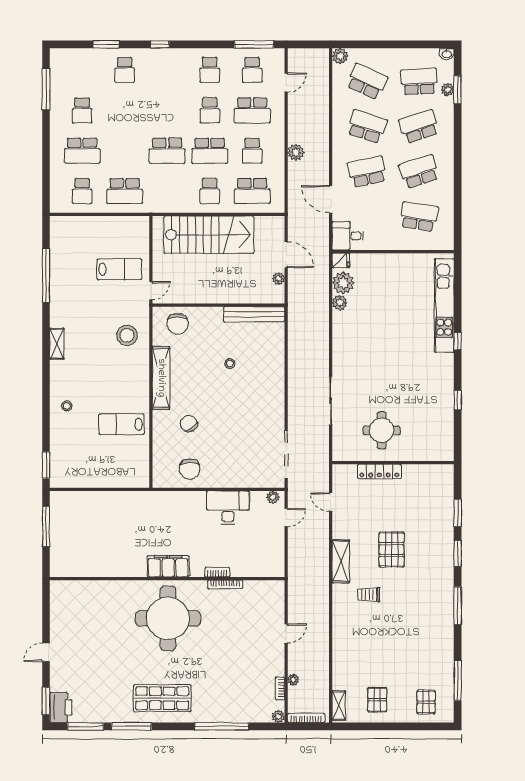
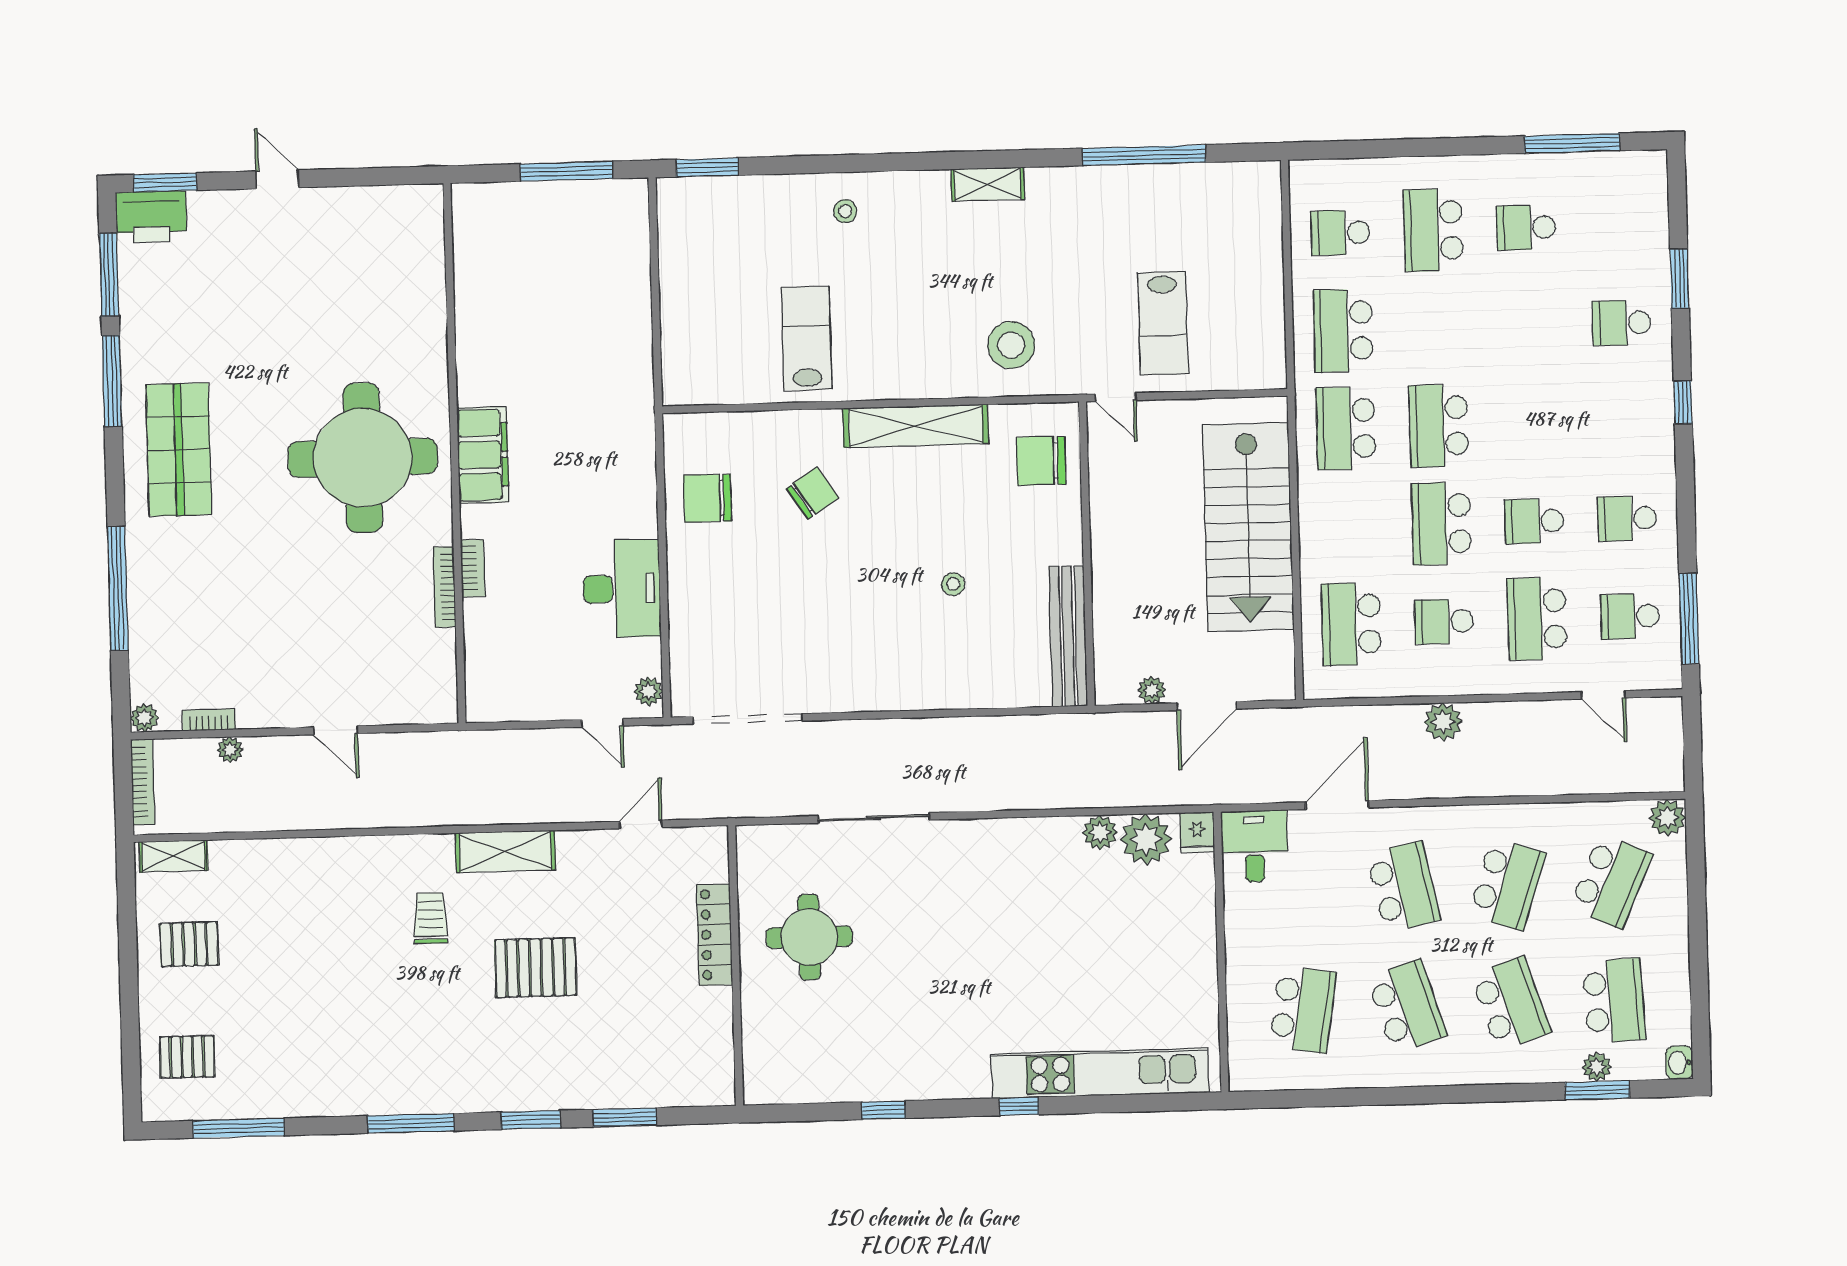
school desk: (210, 191) -> (1346, 428), moved, width x1.85

